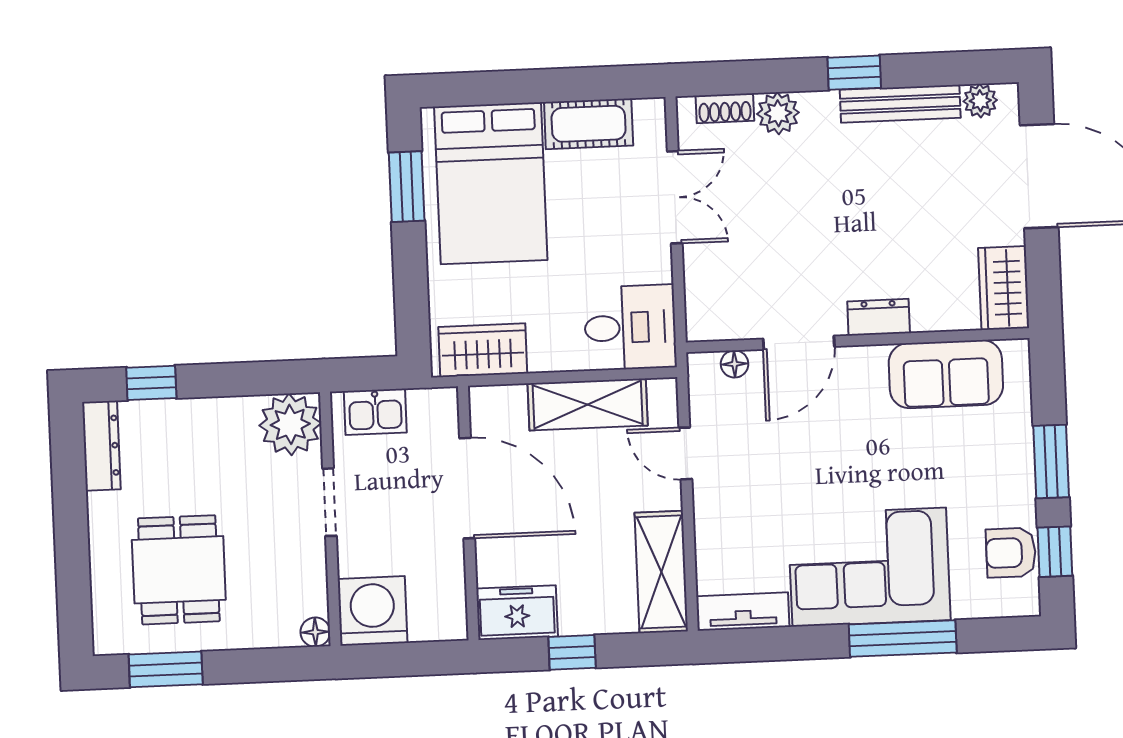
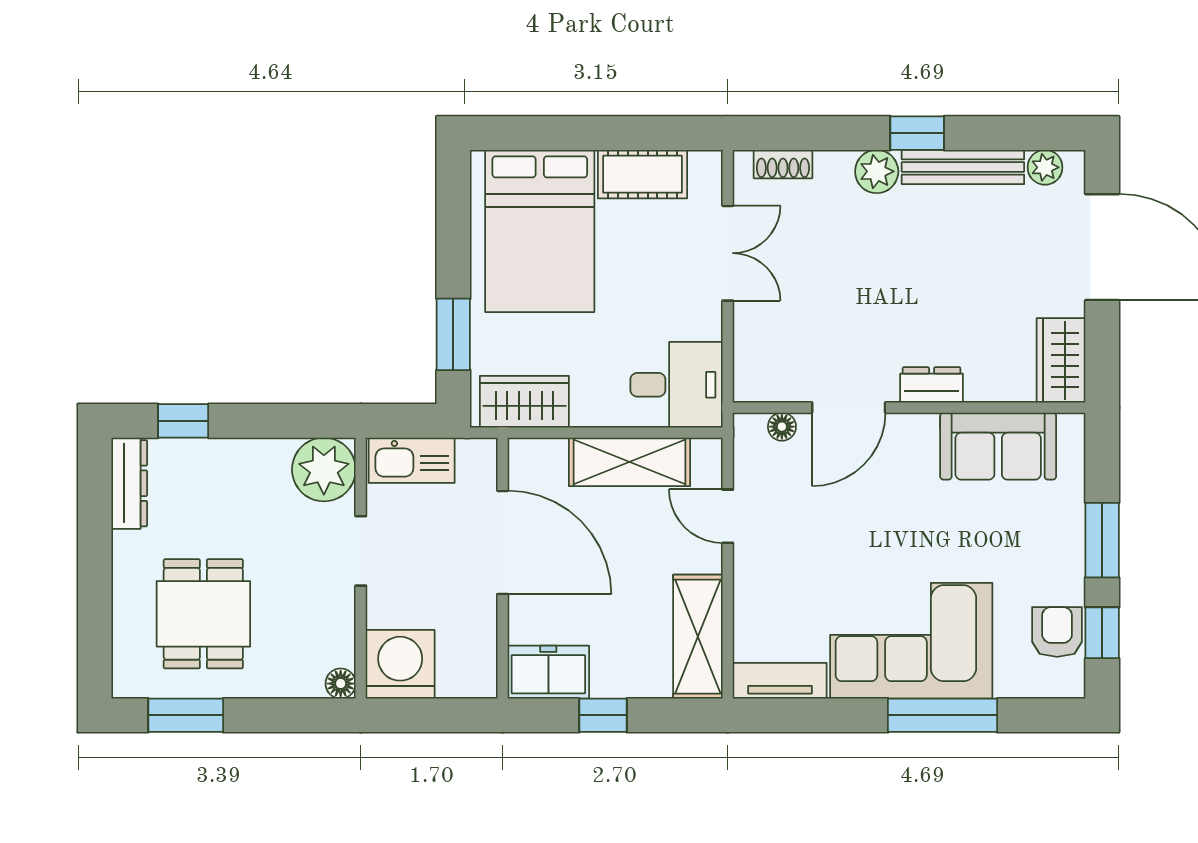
plant: (778, 113) -> (877, 171), moved
window: (407, 187) -> (453, 334), moved
kitchen sink: (375, 412) -> (412, 460), width x1.38
armchair: (1011, 553) -> (1057, 632), turned 90

